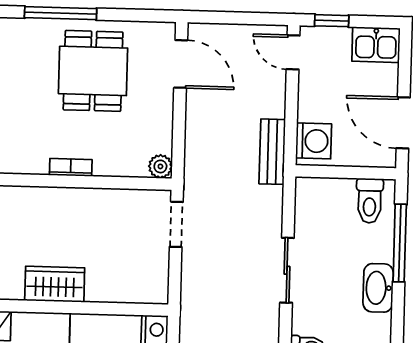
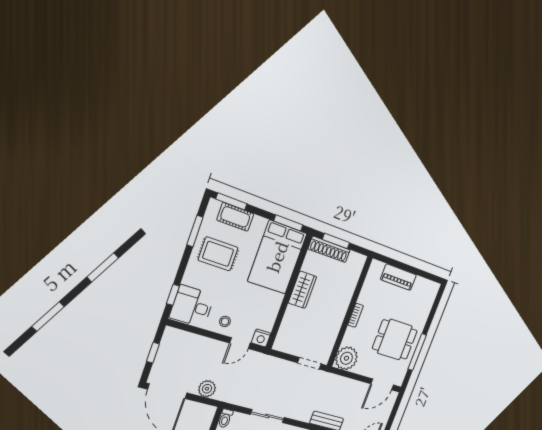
window: (61, 13) -> (417, 352), moved
plant: (160, 166) -> (346, 358), width x1.88, depth x1.88

